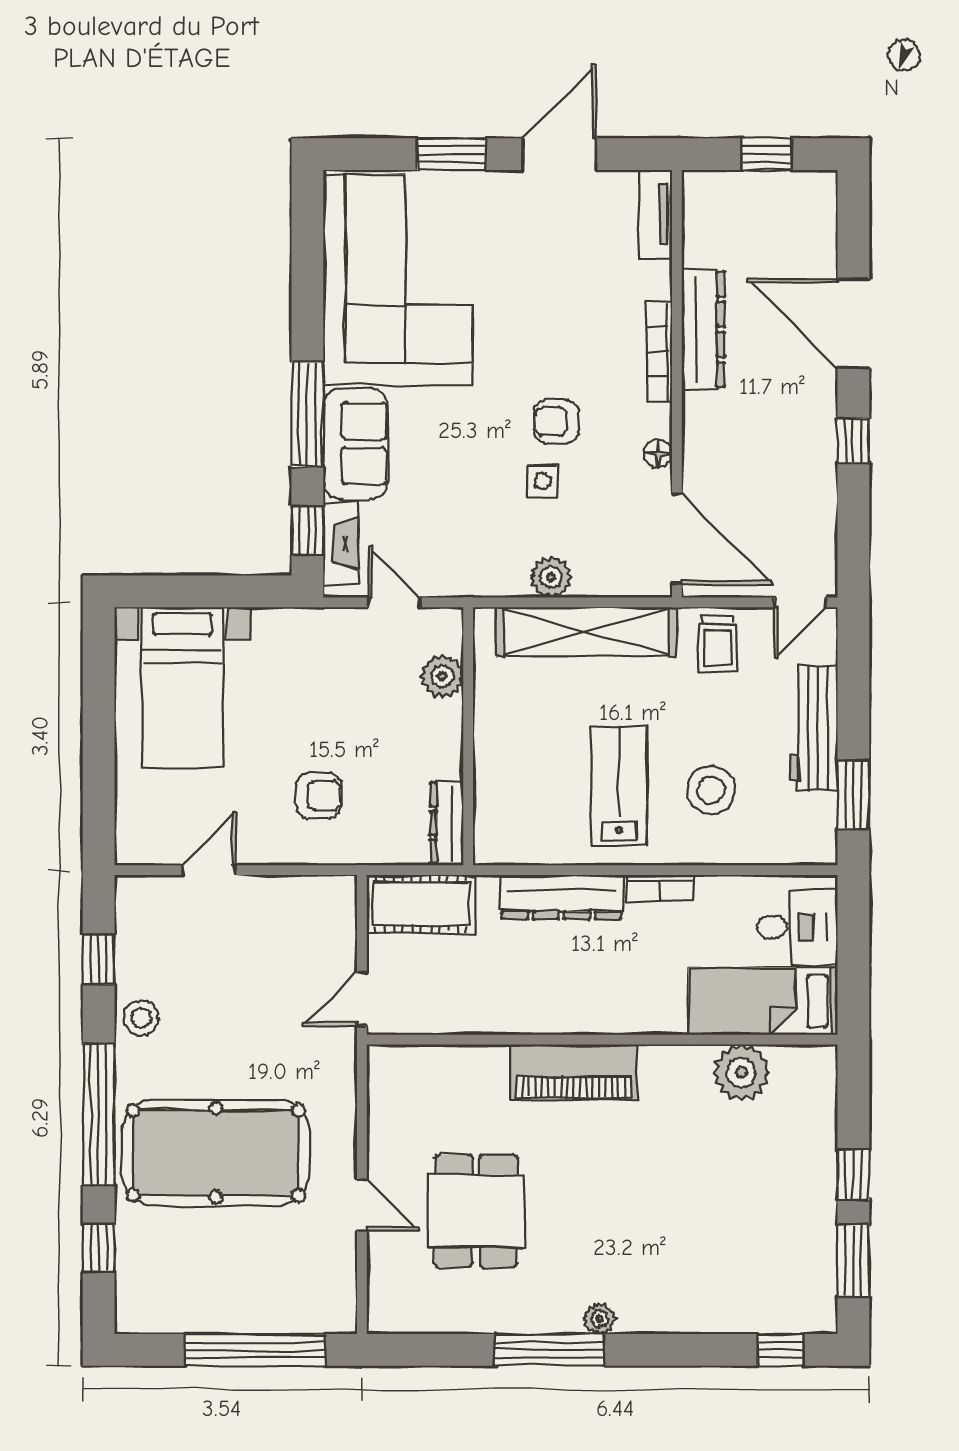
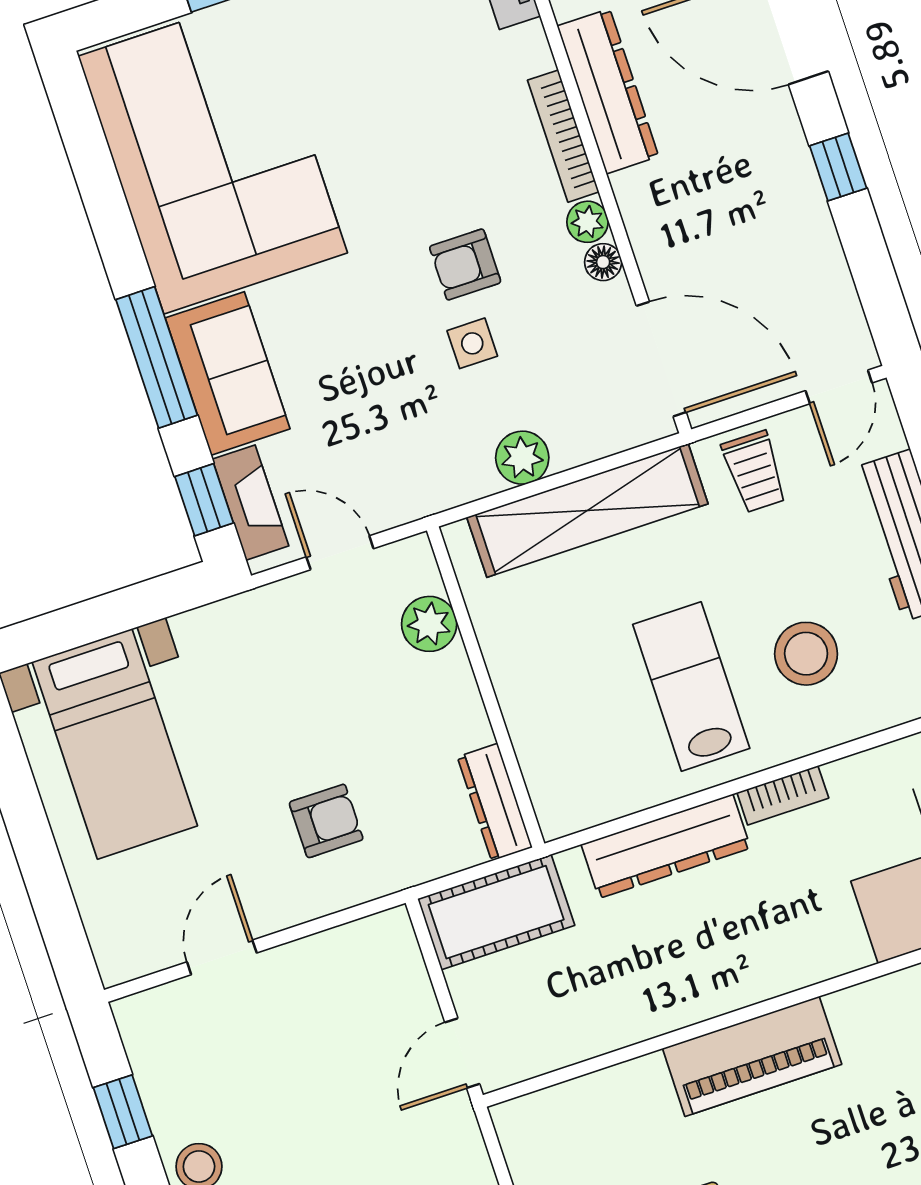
plant: (656, 420) -> (587, 222), added

